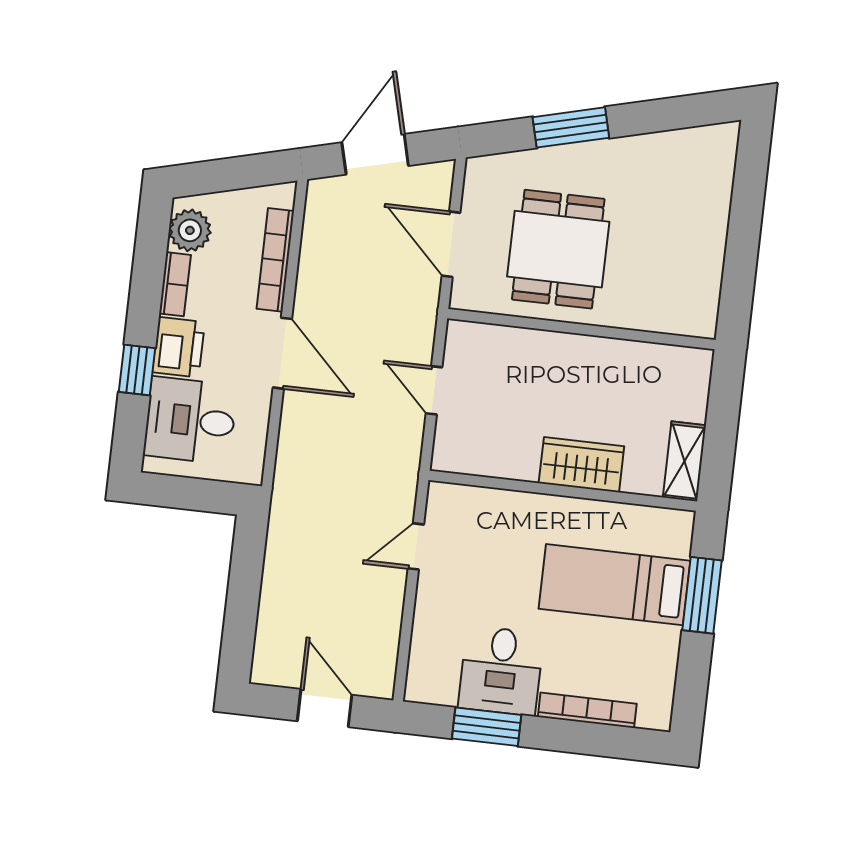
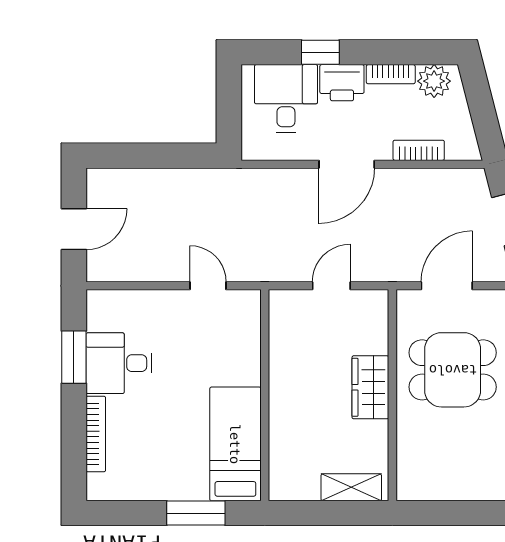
bookcase: (275, 260) -> (419, 150), width x0.64
shelving: (684, 461) -> (351, 487), moved
wardrobe: (581, 465) -> (370, 387), moved, turned 180
bed: (614, 585) -> (235, 444), moved

